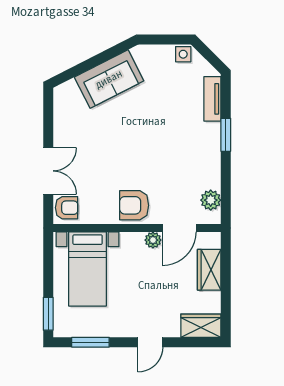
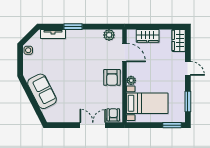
plant: (153, 240) -> (131, 80), moved

